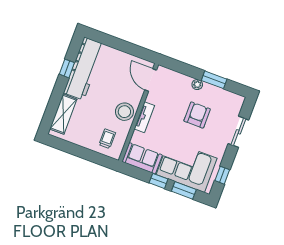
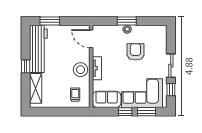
window: (110, 41) -> (50, 21), added
window: (67, 68) -> (26, 66), moved
window: (214, 80) -> (127, 21), moved
sliding door: (238, 132) -> (171, 66), moved

